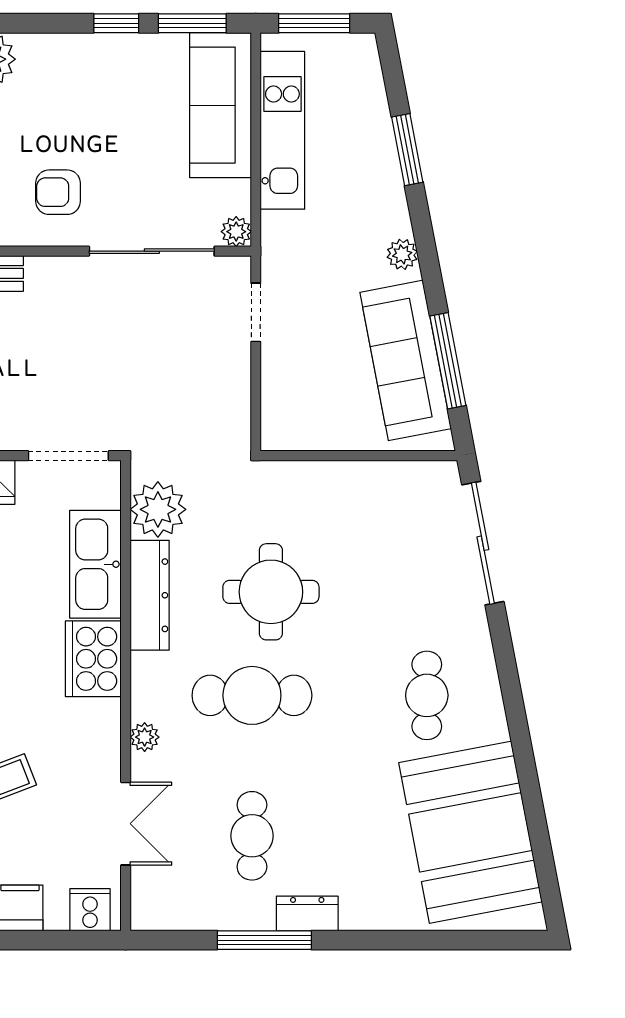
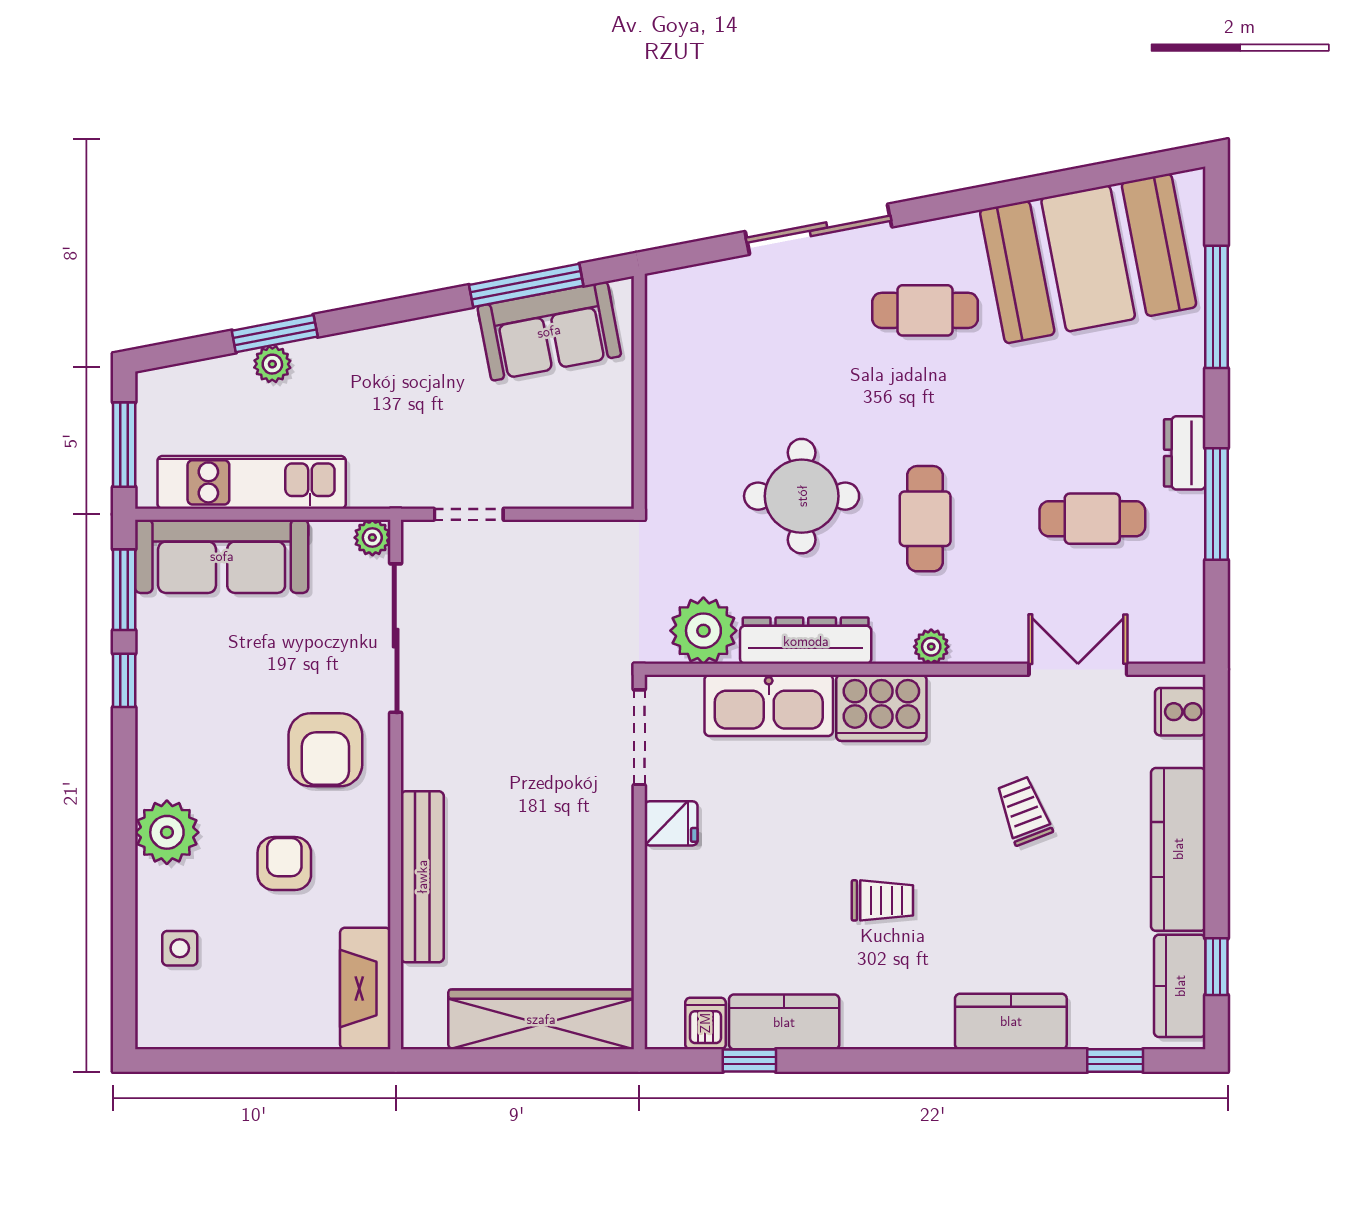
armchair: (58, 192) -> (325, 750), width x1.38, depth x1.38
plant: (402, 254) -> (272, 364), moved
sofa: (406, 360) -> (549, 331), width x0.73
sliding door: (483, 543) -> (819, 229), moved
cafe table: (252, 695) -> (925, 519), width x0.73, depth x0.74
plant: (145, 737) -> (931, 647), moved
window: (430, 940) -> (1217, 307), added

